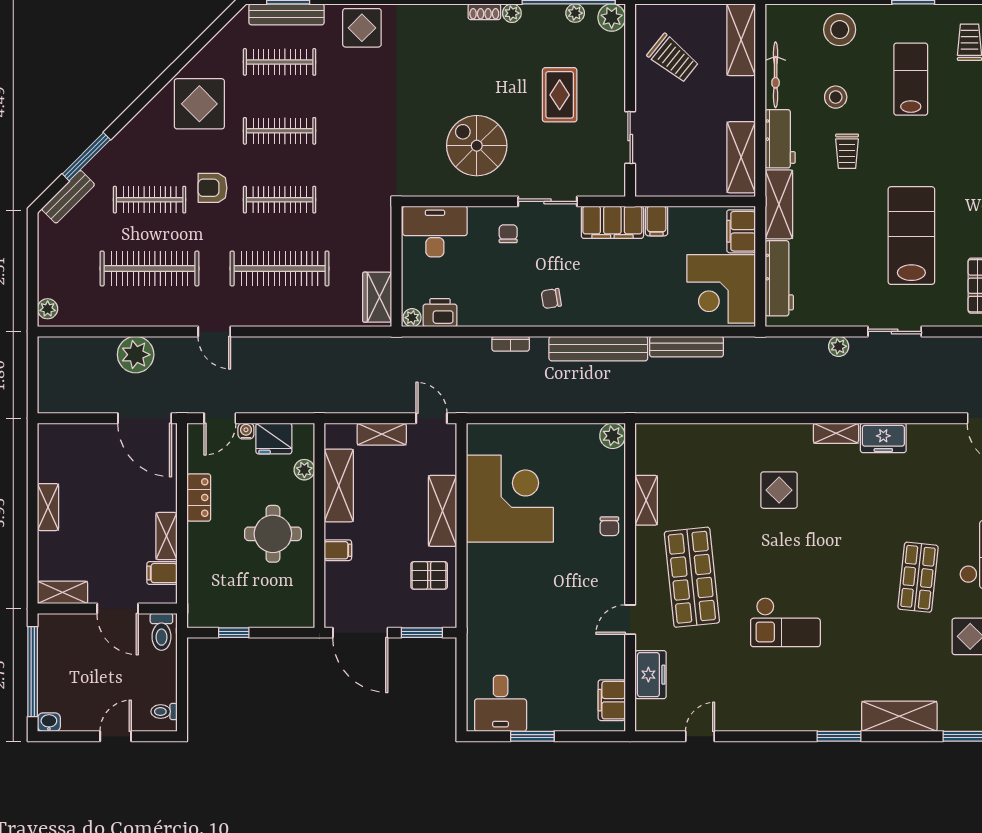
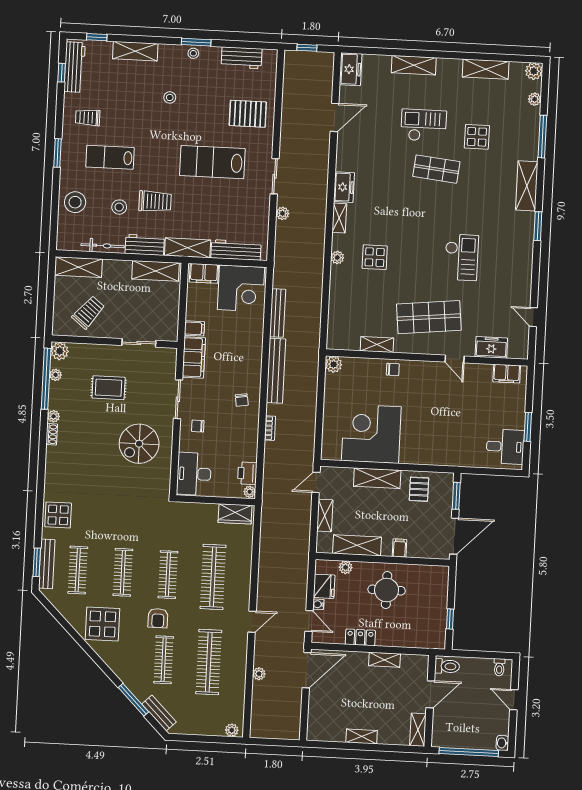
trolley: (847, 151) -> (155, 201), width x1.36, depth x1.39
plant: (136, 355) -> (259, 674), width x0.53, depth x0.53
plant: (776, 433) -> (337, 258), added
filing cabinet: (162, 573) -> (409, 664), removed

